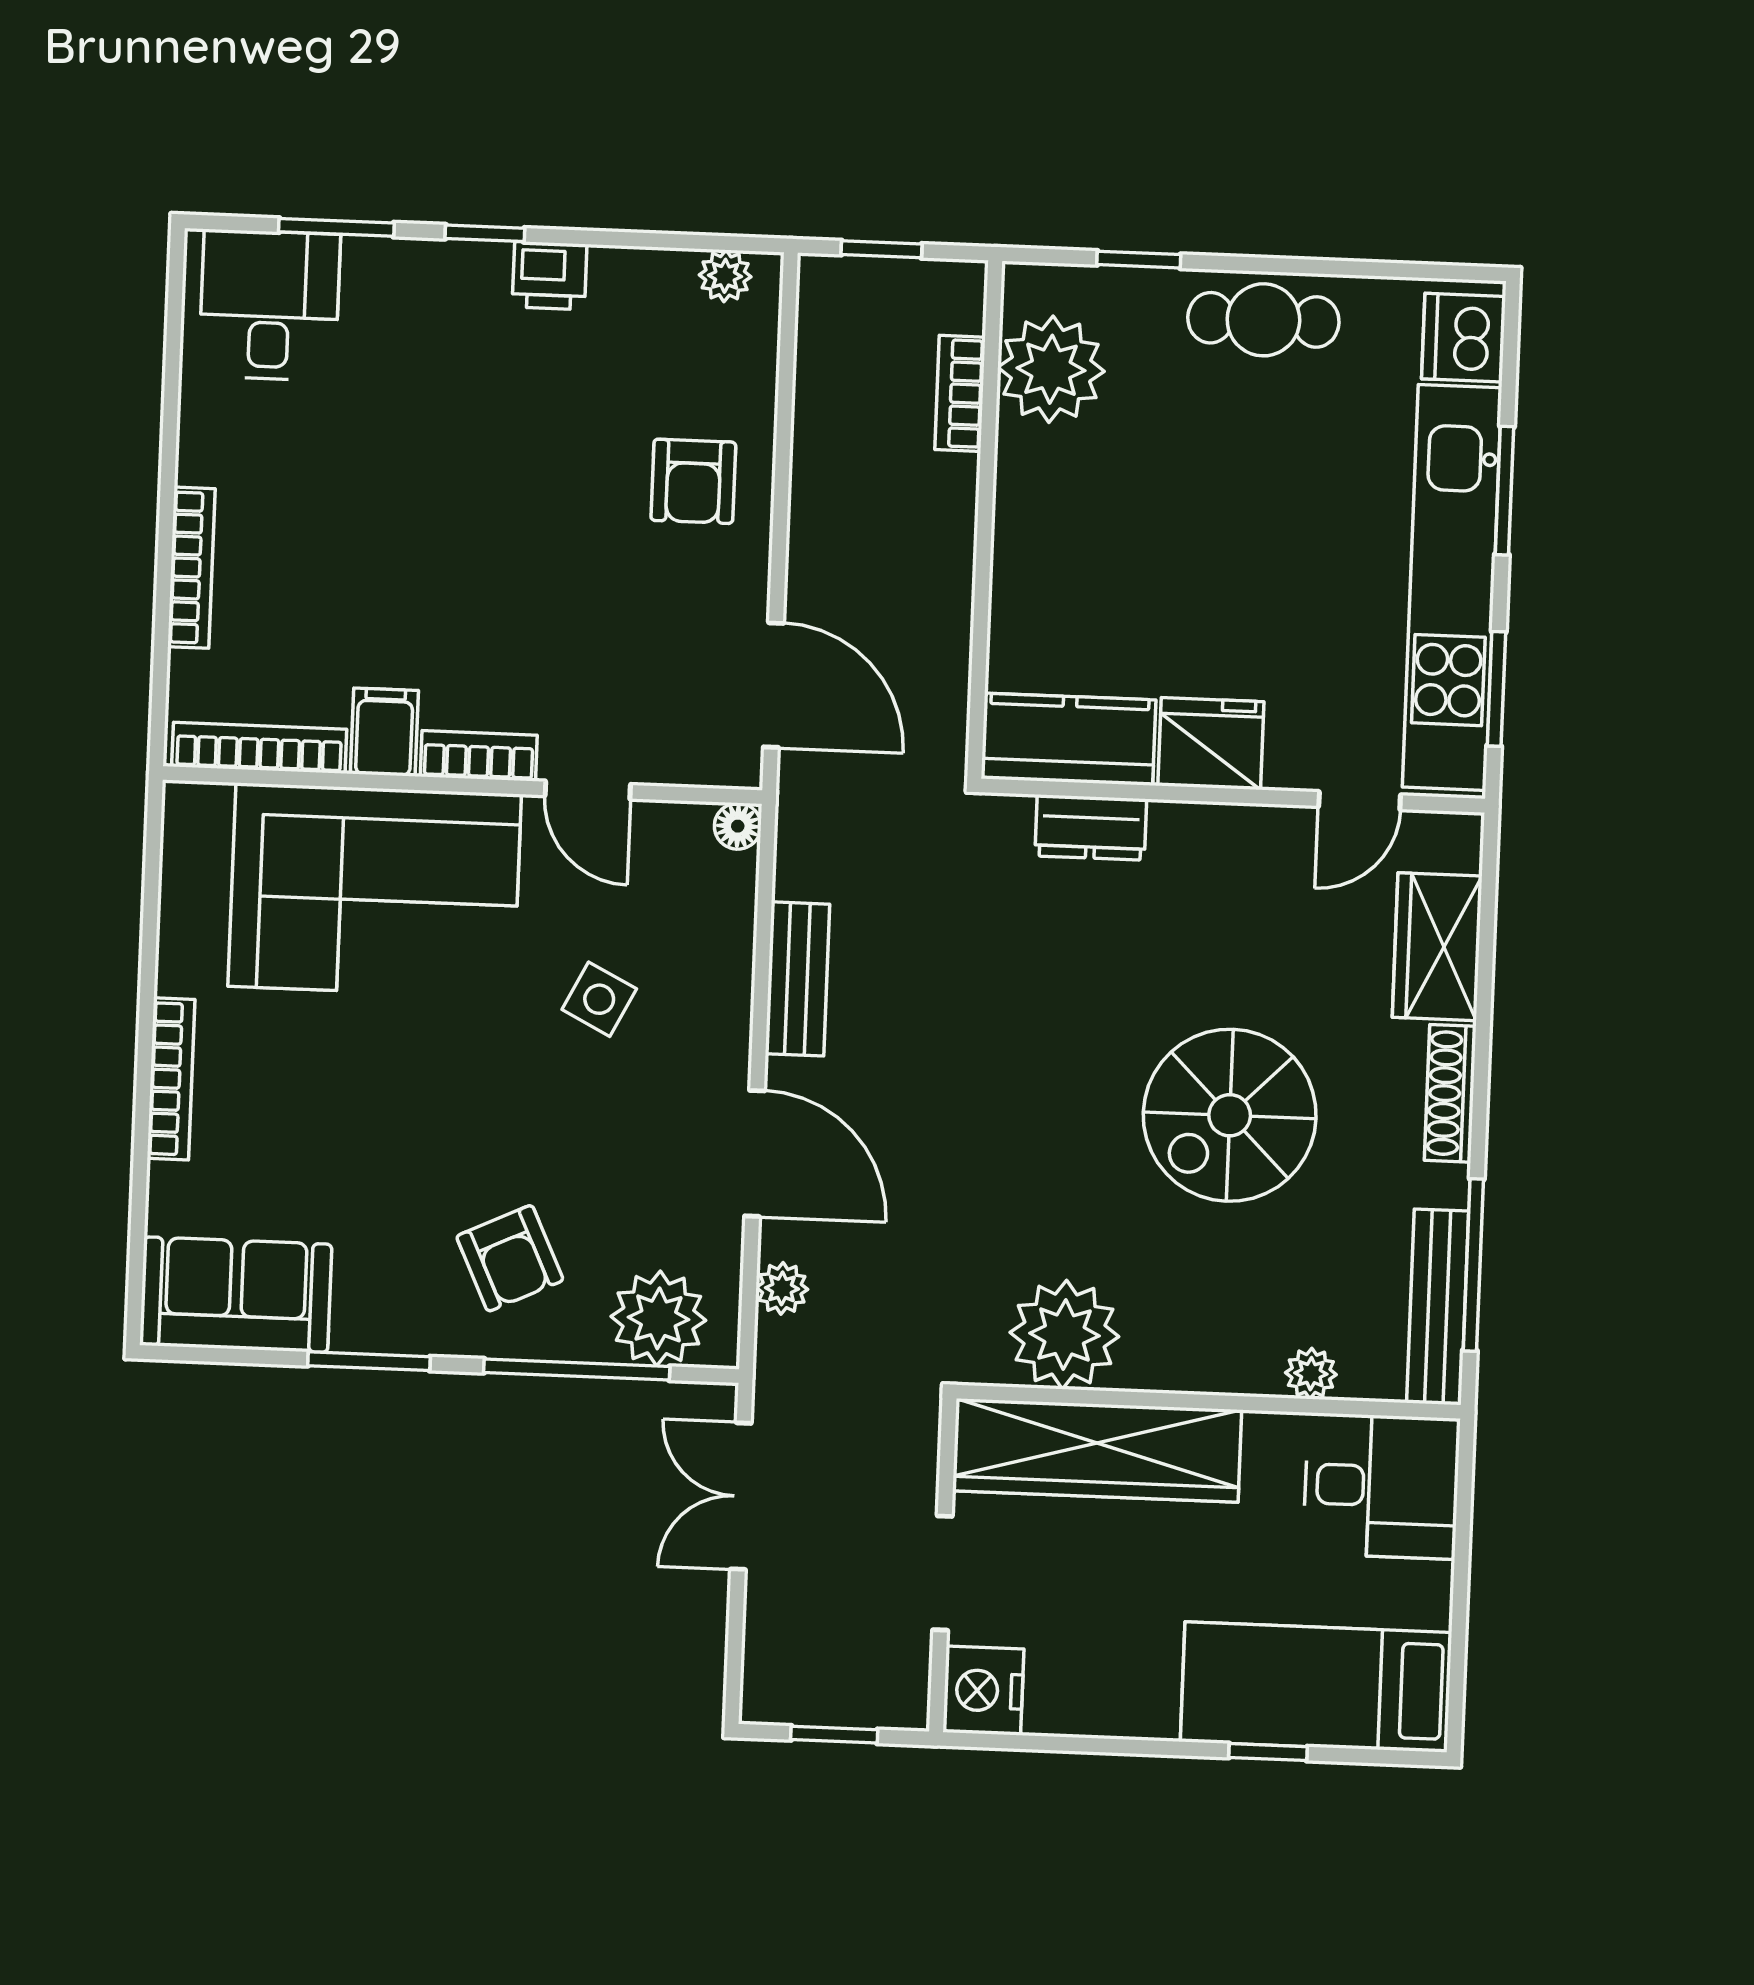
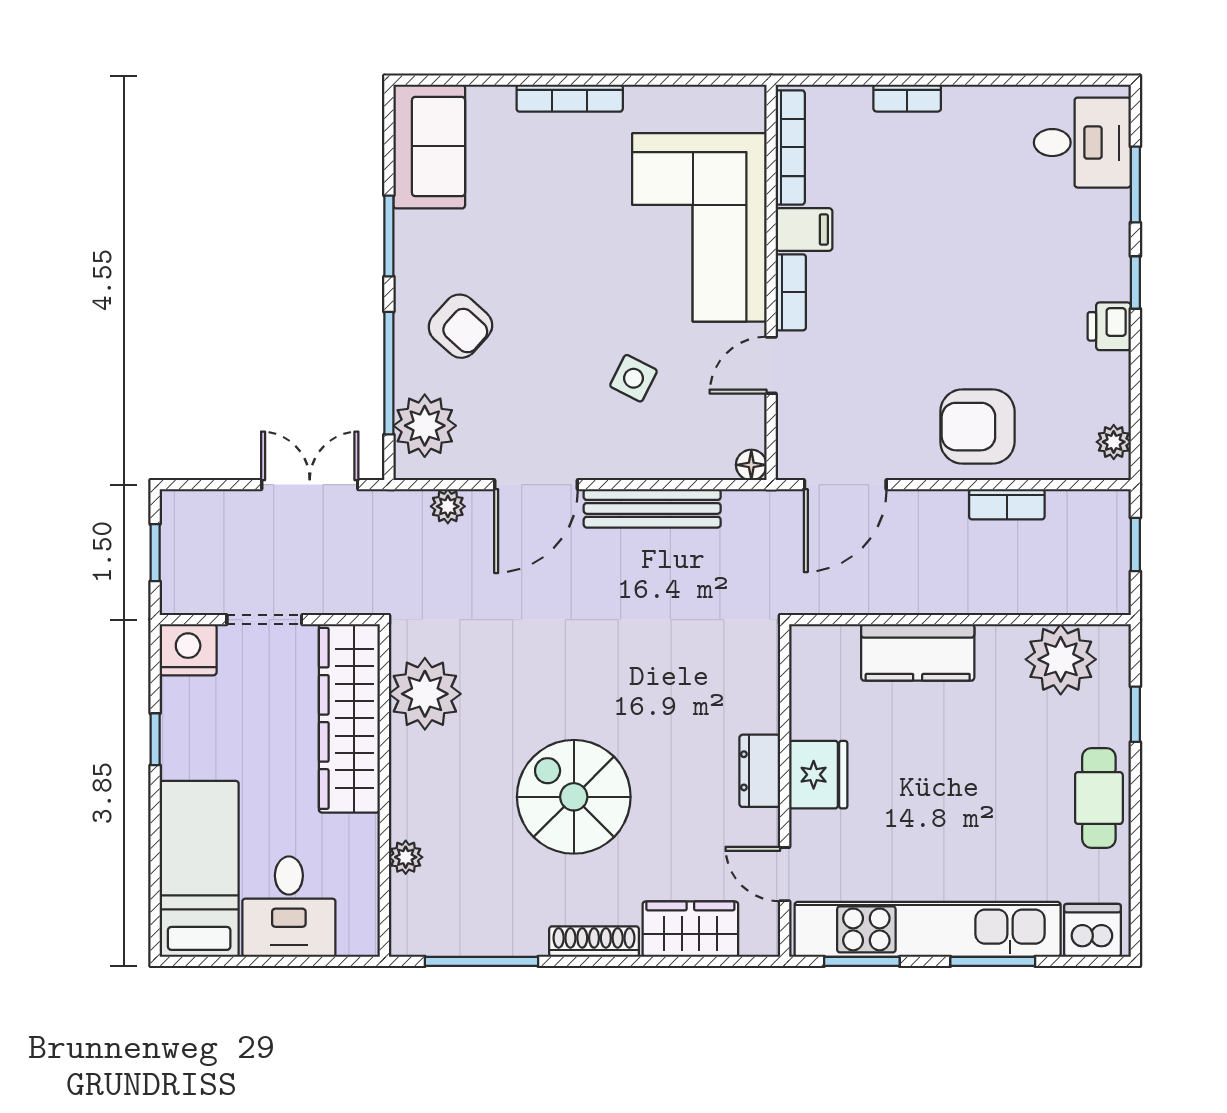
bookcase: (960, 393) -> (1007, 504), moved, turned 180
armchair: (693, 481) -> (977, 427), width x1.38, depth x1.38
bookcase: (191, 568) -> (907, 98), width x0.64
kitchen counter: (1069, 739) -> (918, 652), moved, turned 90
dresser: (1091, 827) -> (760, 771), moved
bench: (798, 979) -> (652, 508), width x1.36
armchair: (510, 1258) -> (460, 326), turned -113
bench: (1438, 1307) -> (453, 939), removed
desk: (1381, 1486) -> (289, 907), moved
window: (1268, 1752) -> (155, 739), moved

